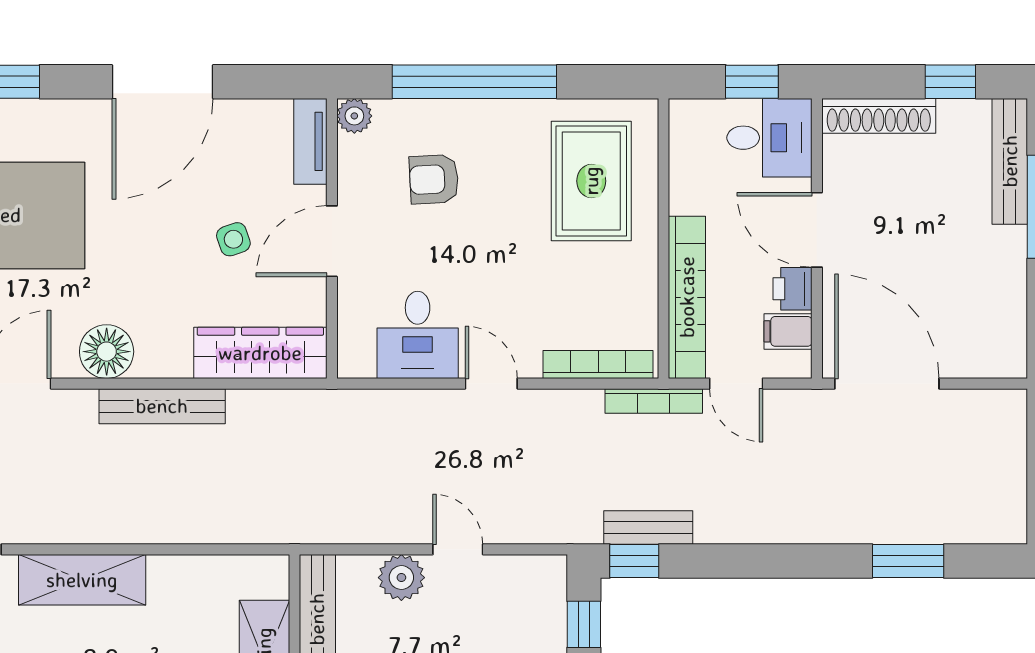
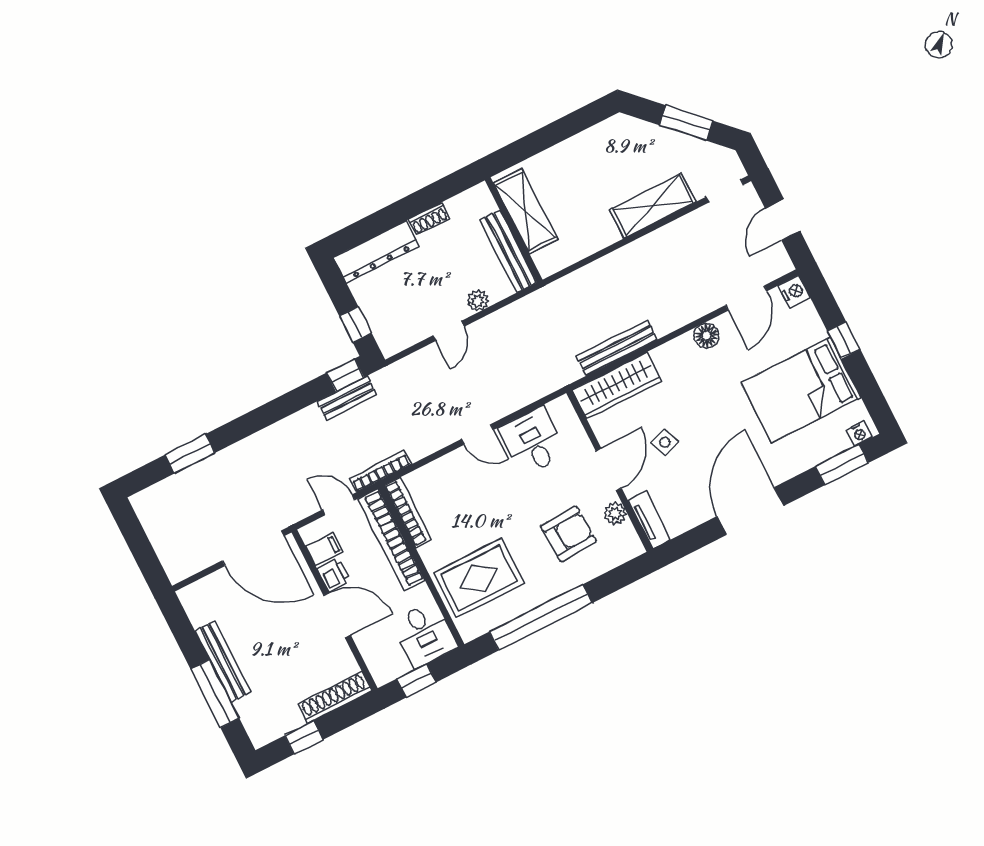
window: (474, 82) -> (541, 617), moved
plant: (354, 116) -> (615, 514), moved
desk: (769, 138) -> (424, 634), moved, turned -90
bench: (1010, 161) -> (223, 661), moved
armchair: (434, 179) -> (568, 534), width x1.38, depth x1.38
rug: (591, 181) -> (479, 578), turned 90
floor lamp: (107, 352) -> (707, 336), width x0.73, depth x0.73
bookcase: (598, 365) -> (408, 512), moved, turned -90
bench: (162, 406) -> (617, 348), moved
door: (458, 549) -> (449, 331), hinge flipped
plant: (401, 578) -> (478, 301), width x0.73, depth x0.73

